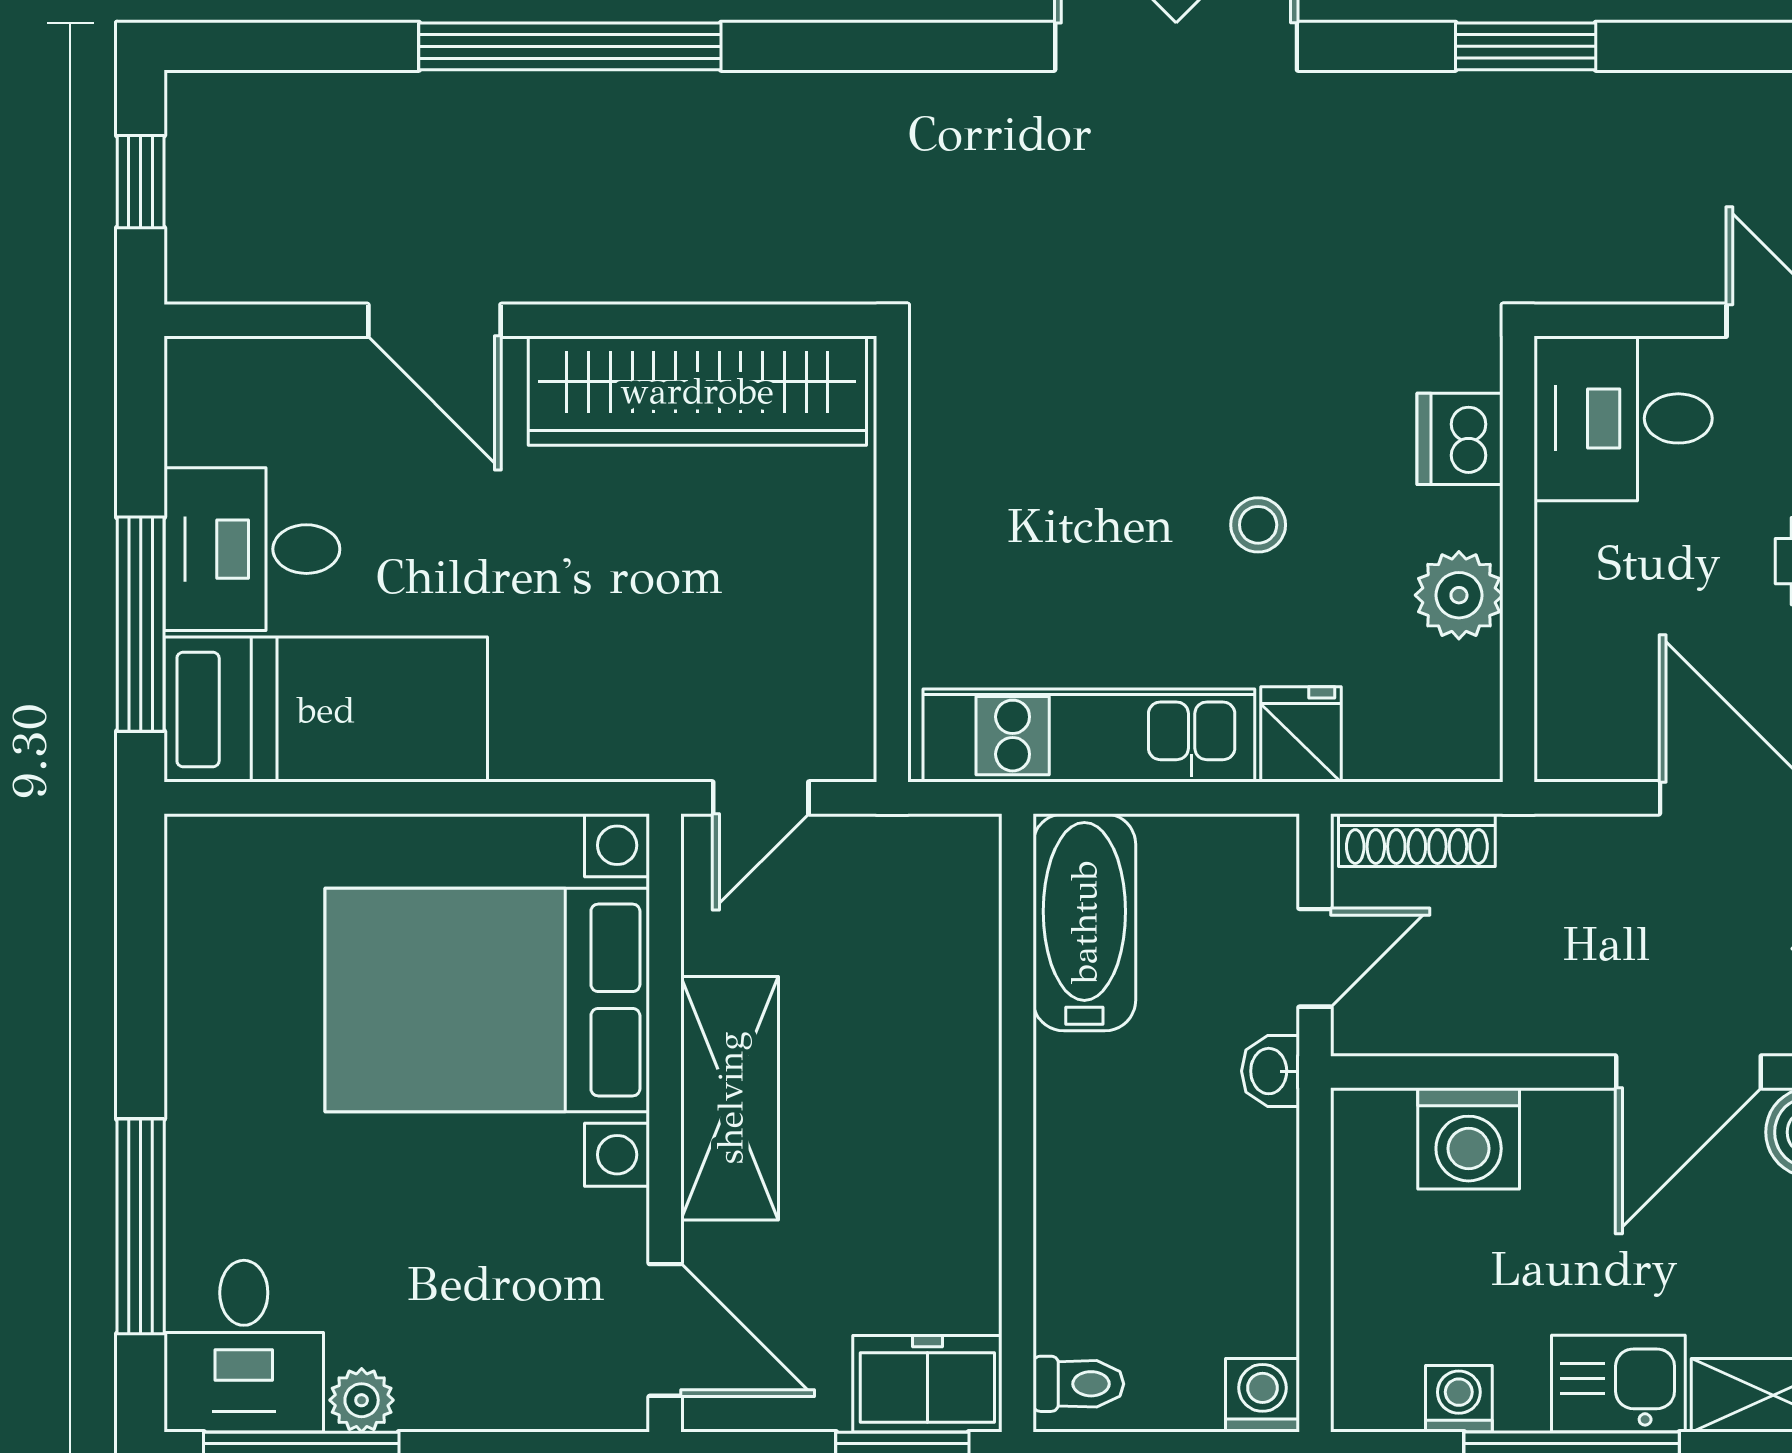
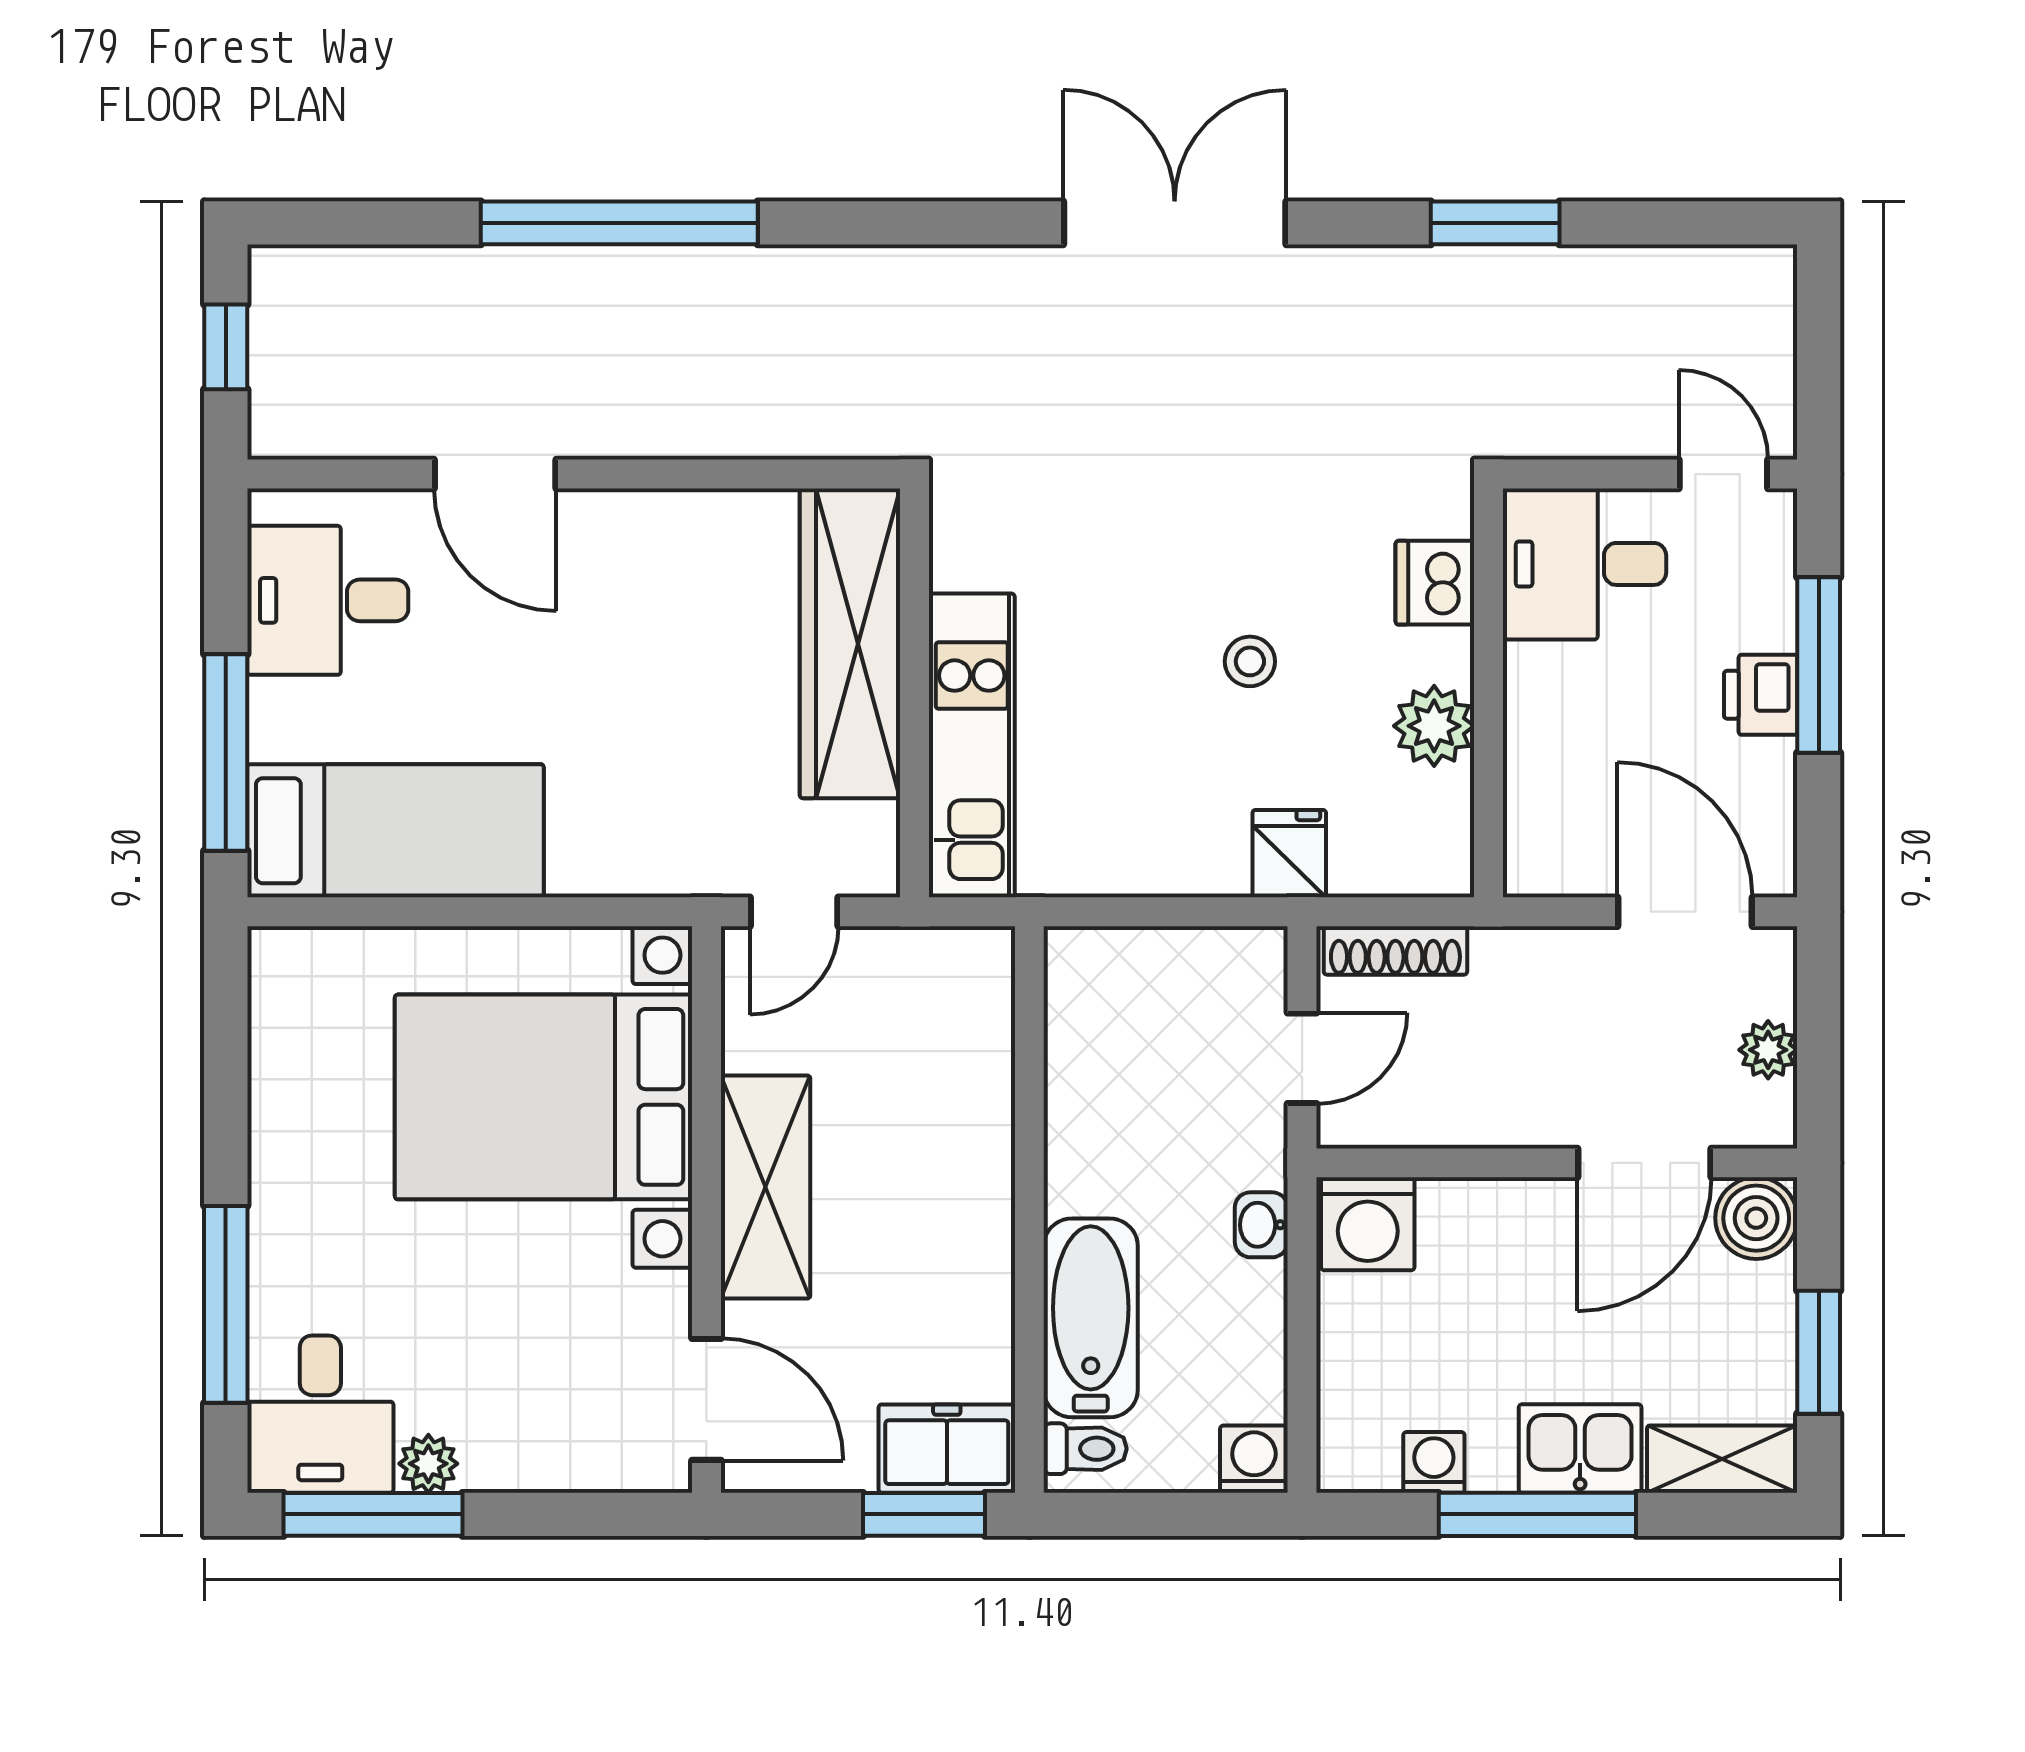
wardrobe: (697, 391) -> (850, 643), moved, turned 90
desk: (252, 549) -> (328, 600), moved
kitchen unit: (1089, 736) -> (972, 745), moved, turned 90
bathtub: (1084, 922) -> (1091, 1318), moved
washbasin: (1270, 1071) -> (1261, 1225), moved
washing machine: (1469, 1138) -> (1368, 1224), moved

